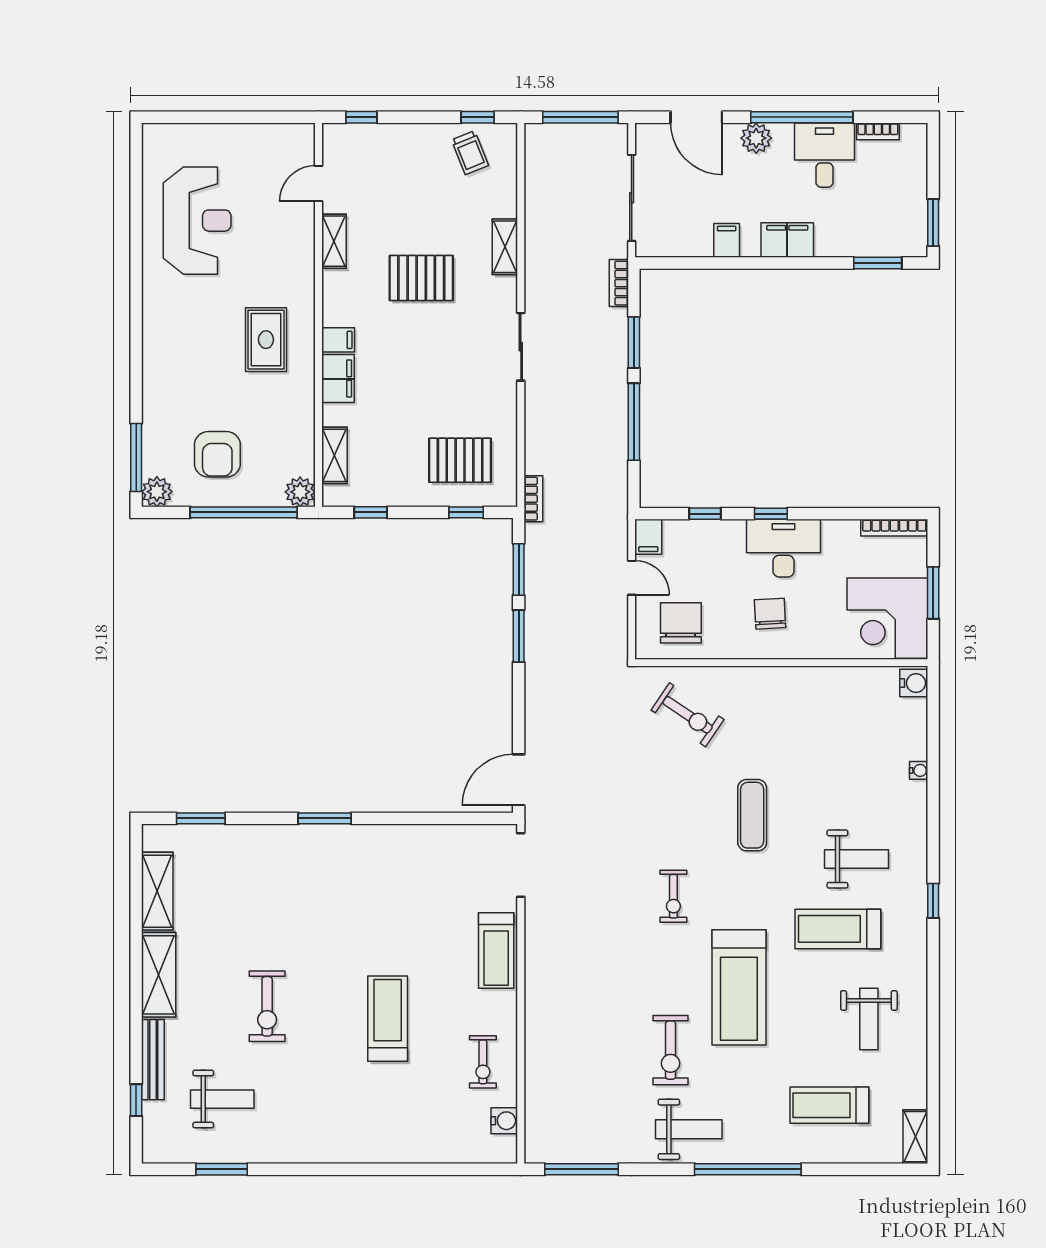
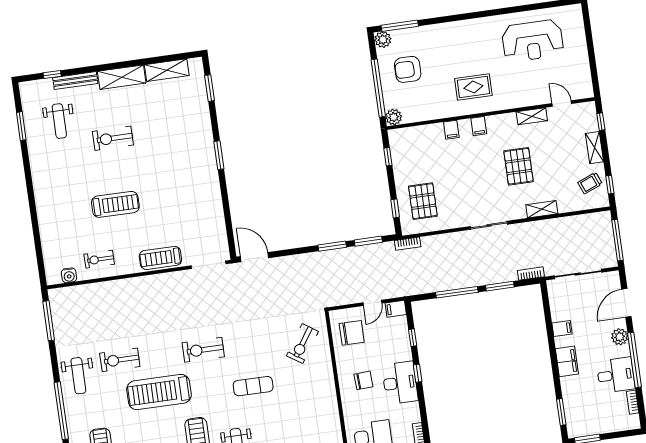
filing cabinet: (338, 379) -> (451, 130), width x0.50
shelving: (335, 455) -> (595, 148), moved, turned 90
exercise bike: (673, 896) -> (203, 350), width x1.38, depth x1.39

